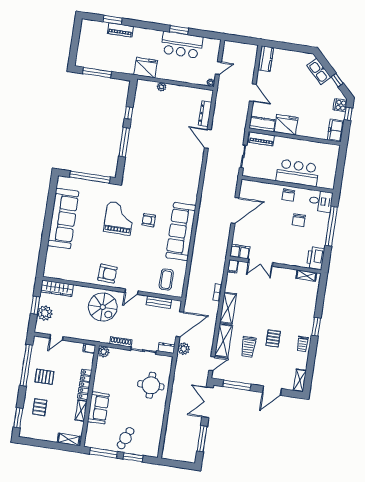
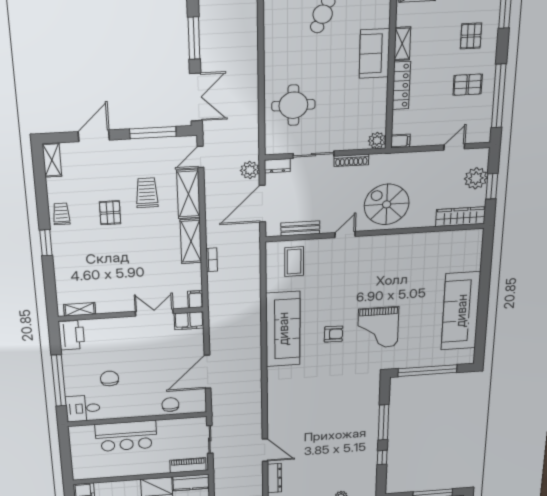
chair: (288, 195) -> (170, 405), moved
armchair: (107, 274) -> (385, 252), removed

